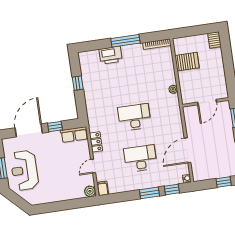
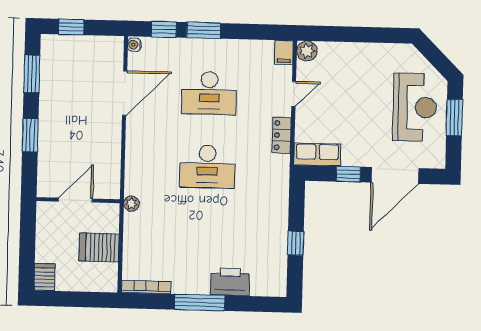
wall: (206, 102) -> (78, 200), moved
door: (207, 102) -> (75, 200), moved

